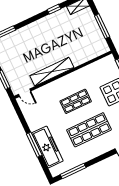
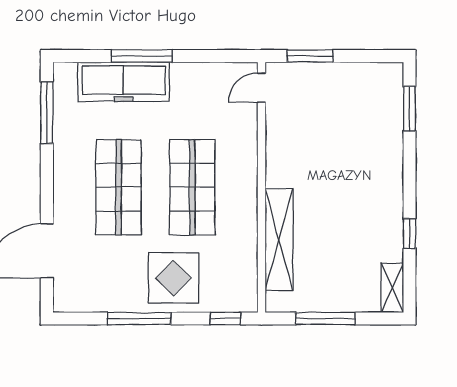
shelving: (52, 72) -> (279, 239), moved
shop shelf: (76, 101) -> (192, 187), width x1.43, depth x1.36

